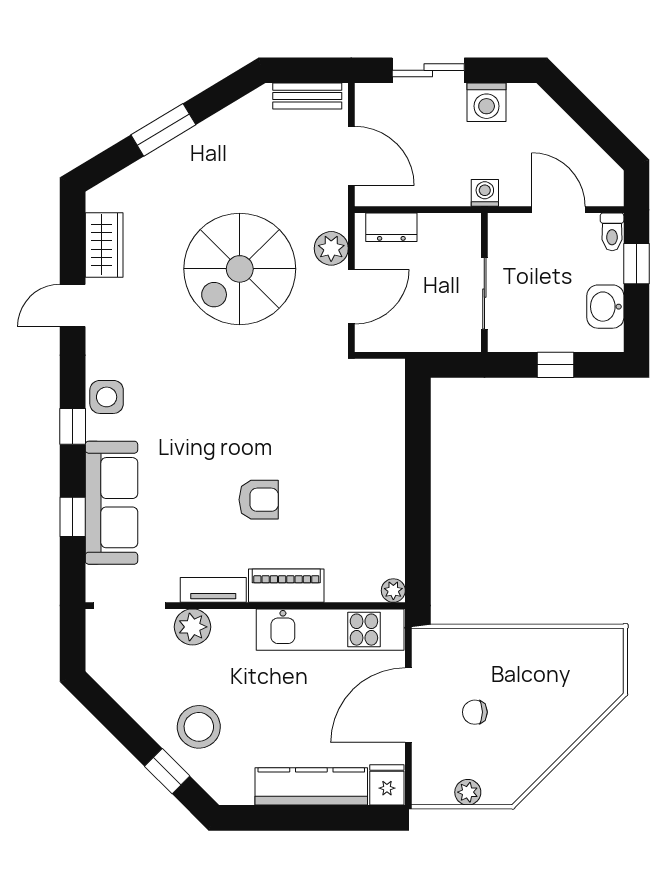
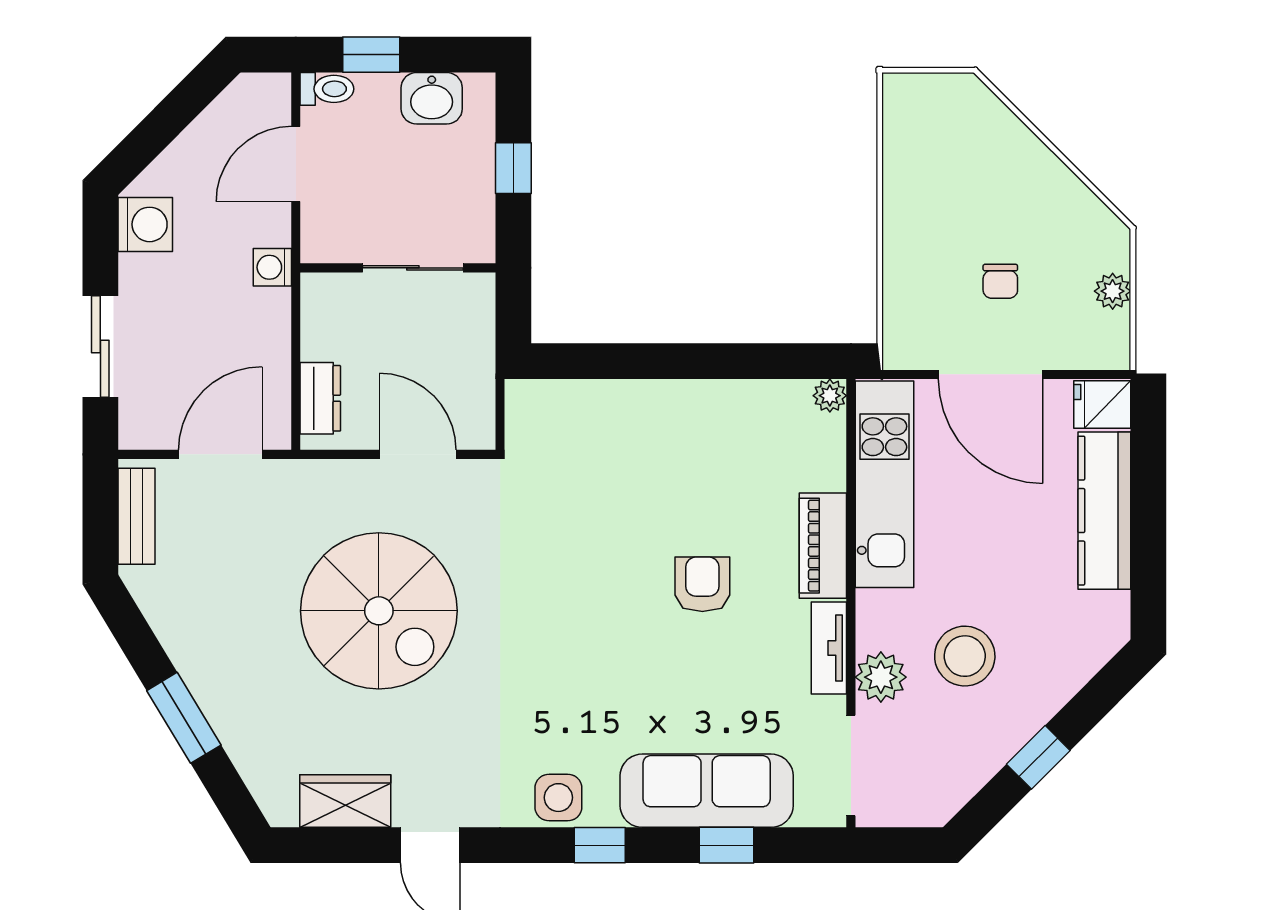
washing machine: (487, 102) -> (145, 224), moved
plant: (331, 248) -> (350, 483), removed
stool: (199, 727) -> (965, 656), moved
window: (167, 771) -> (1038, 757), moved

